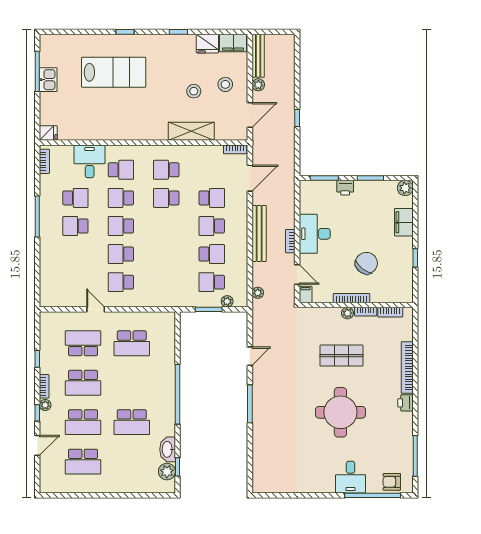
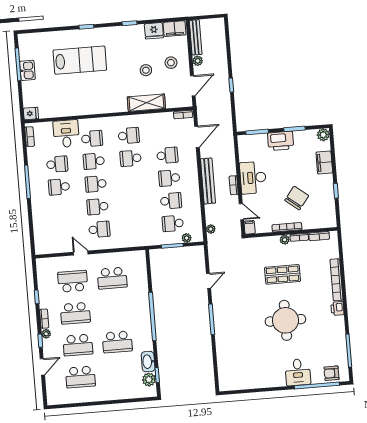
school desk: (166, 170) -> (129, 136), turned 180
printer: (345, 188) -> (281, 141), width x1.87, depth x1.48
school desk: (121, 282) -> (99, 229), turned 180

